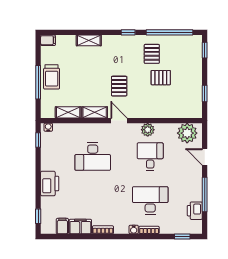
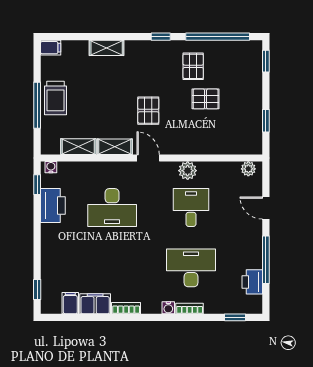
plant: (187, 133) -> (248, 169), width x0.53, depth x0.53
printer: (50, 184) -> (53, 205), moved

